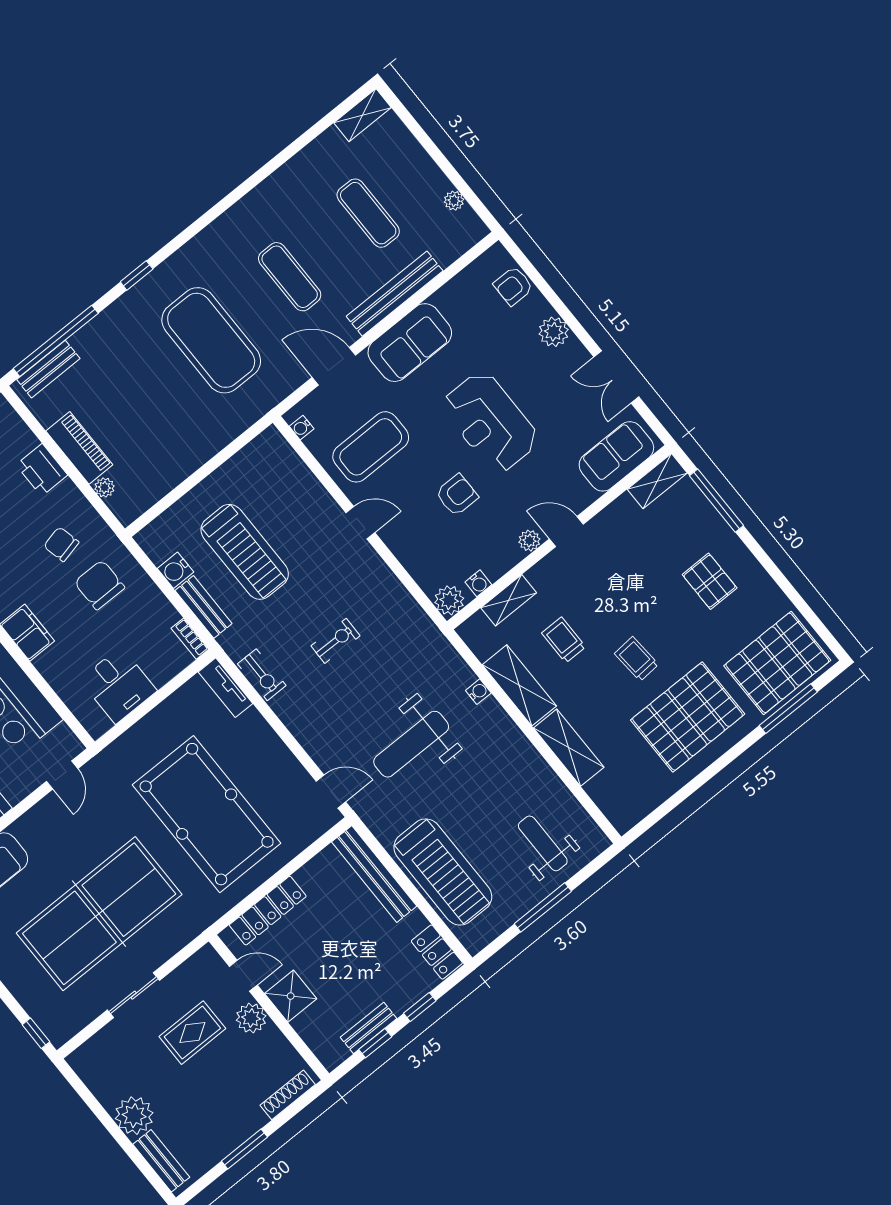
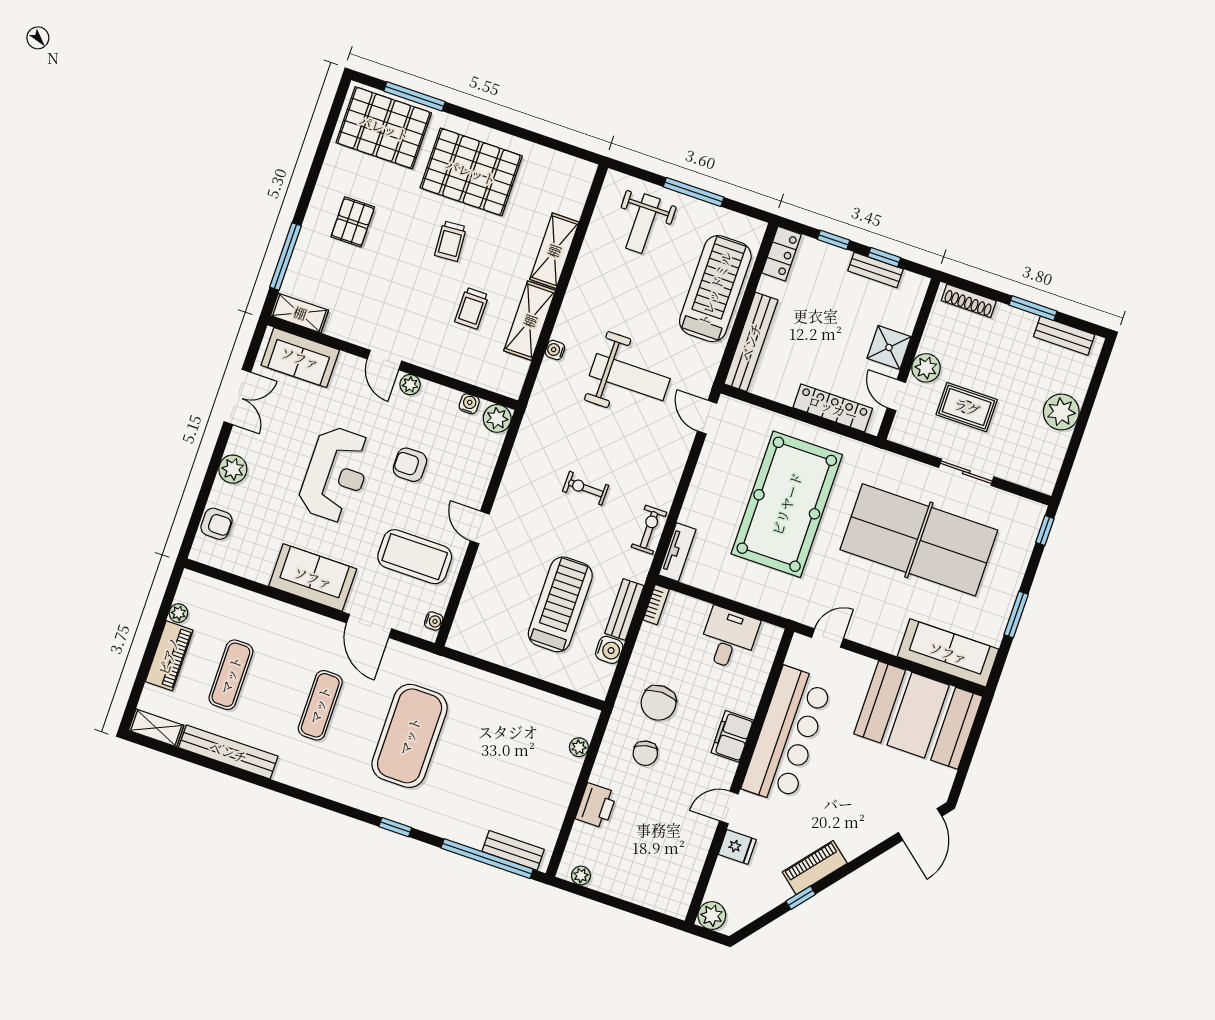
bench: (395, 294) -> (228, 752), moved
piano: (79, 448) -> (169, 656), moved, turned 180
shelving: (509, 600) -> (468, 371), removed
bench: (161, 1161) -> (1064, 336), moved, turned 90

